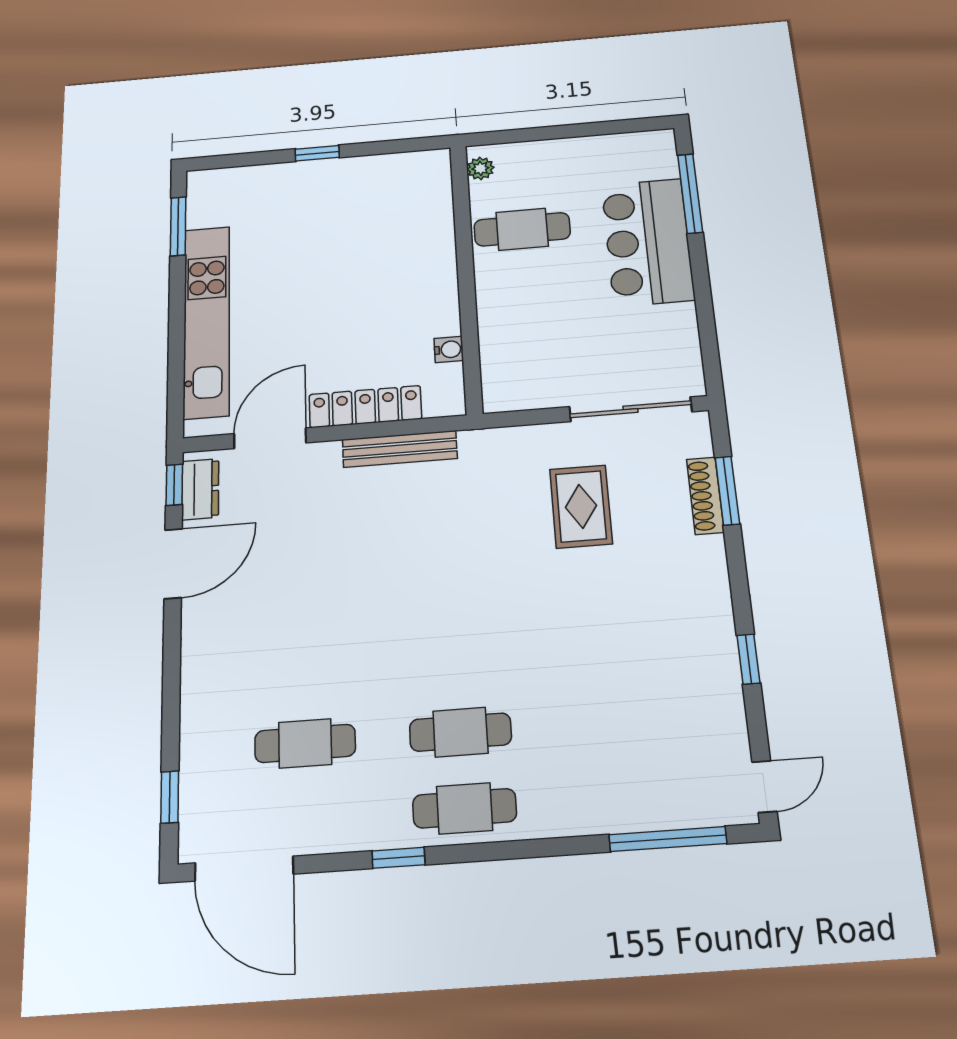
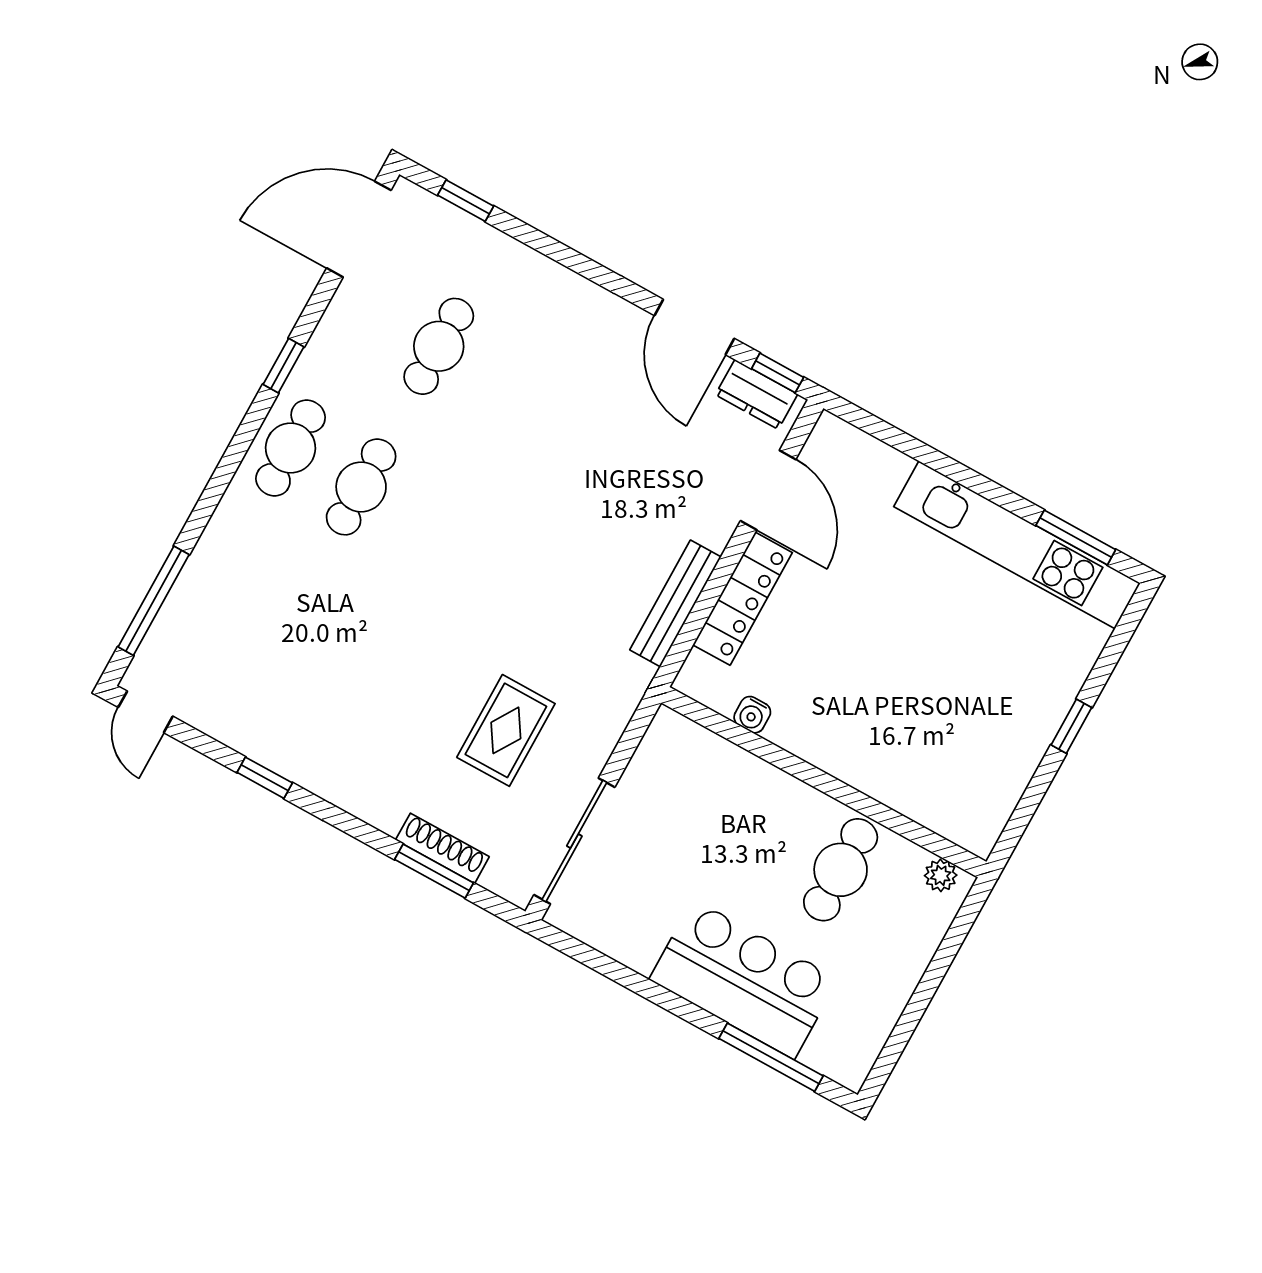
kitchen unit: (207, 321) -> (1017, 545), moved
rug: (581, 506) -> (506, 730), turned 90

